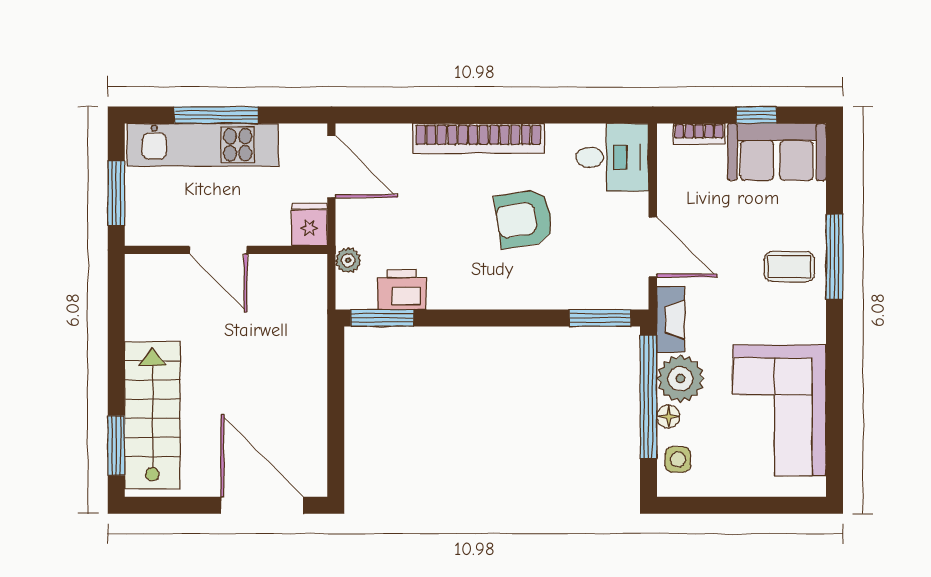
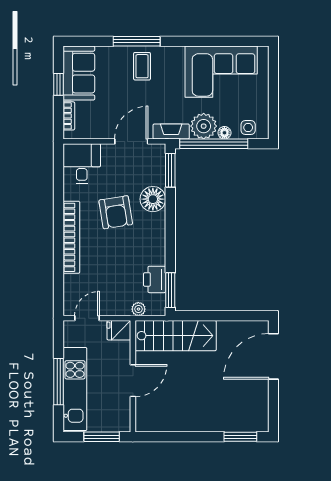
door: (331, 167) -> (87, 318), width x0.73
floor lamp: (548, 286) -> (153, 199), added
stairs: (152, 415) -> (176, 336), moved, turned 180

